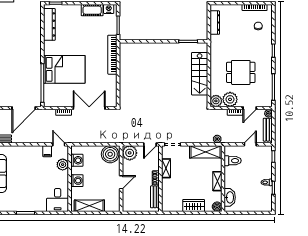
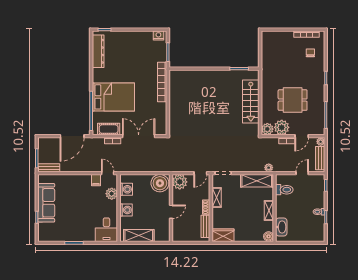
cot: (92, 10) -> (109, 129), moved
dresser: (215, 23) -> (266, 49), removed
wardrobe: (194, 205) -> (223, 235), moved

